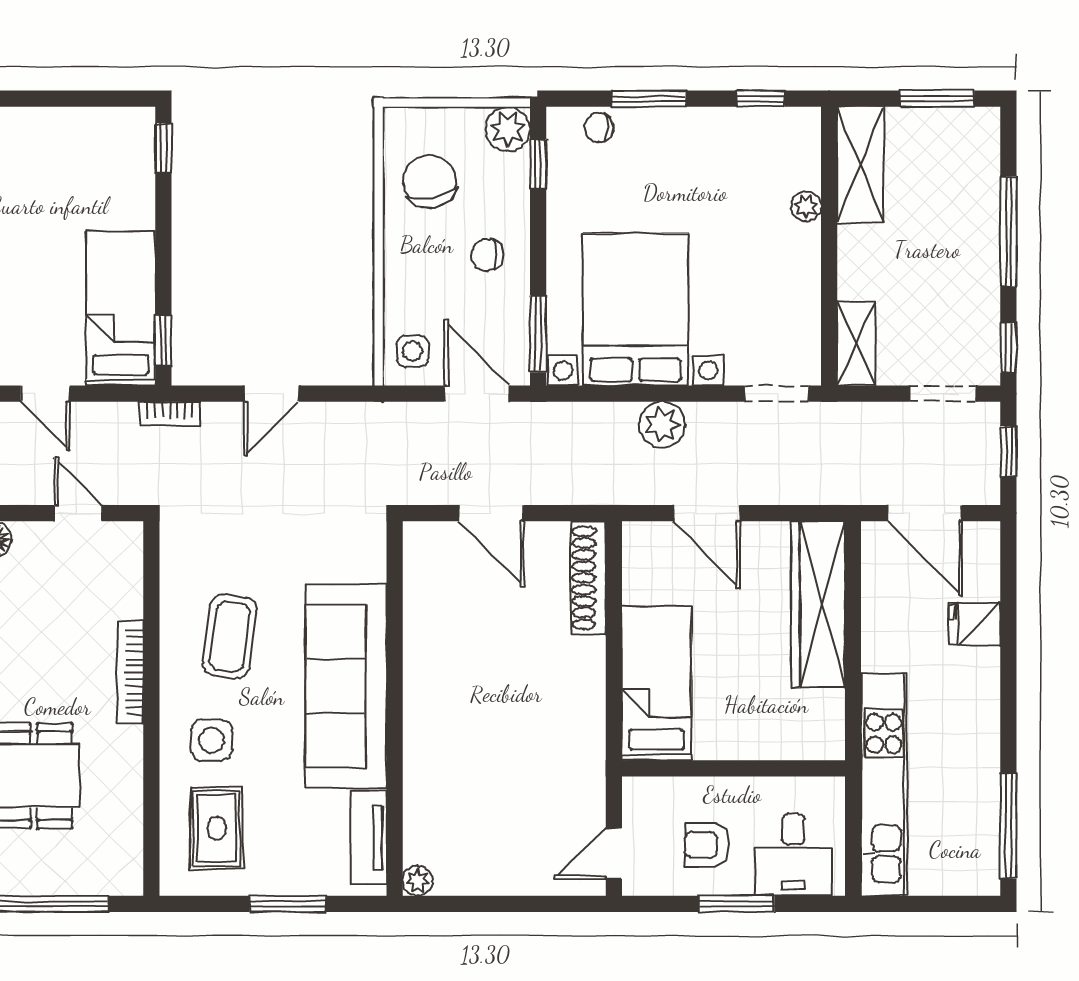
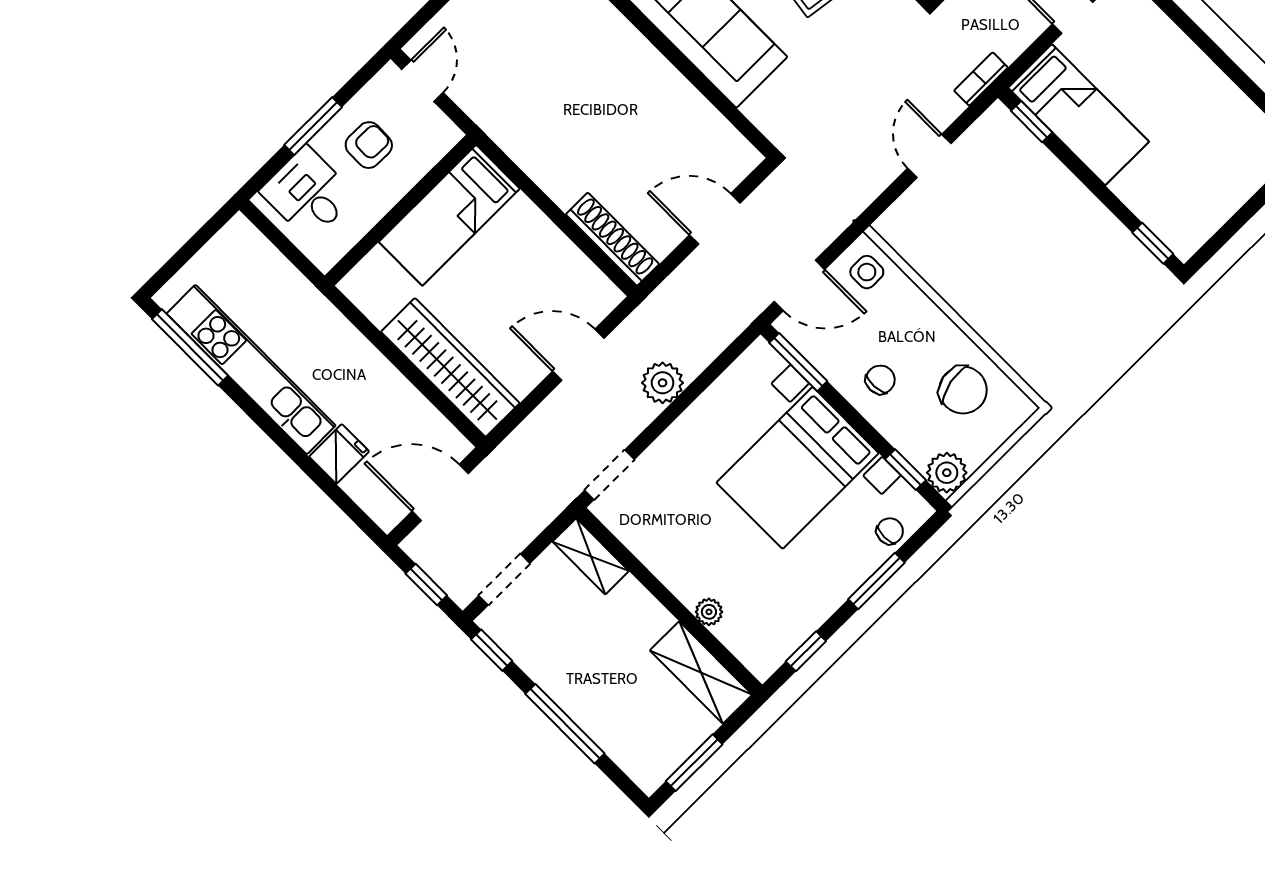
bed with nightstands: (635, 310) -> (798, 468), moved, turned 90
bed: (656, 683) -> (449, 215), moved, turned 90
kitchen unit: (884, 785) -> (251, 370), moved, turned 180

